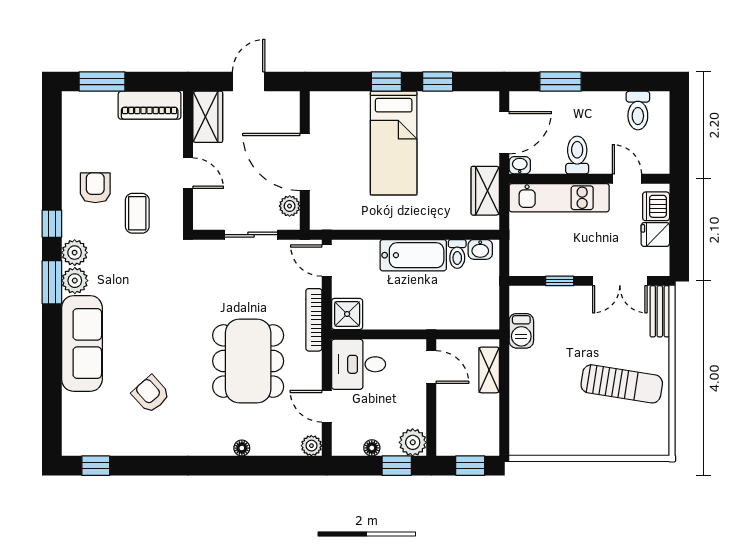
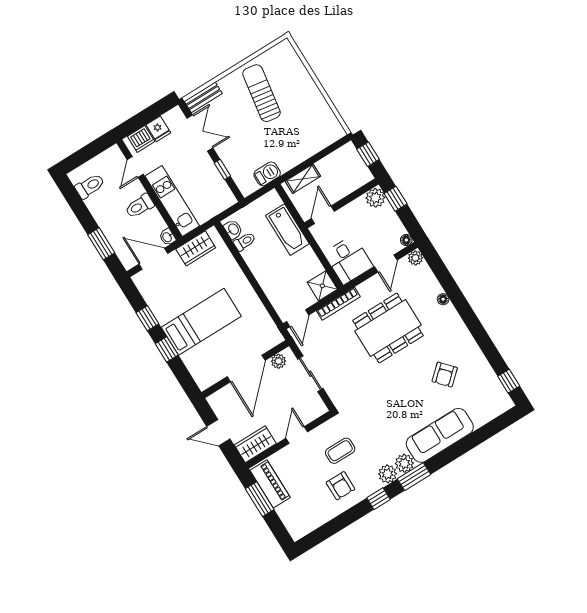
window: (102, 81) -> (260, 499), moved
armchair: (95, 188) -> (340, 486), turned -90
bathtub: (413, 255) -> (287, 230), moved, turned 180
floor lamp: (372, 448) -> (406, 240), moved

